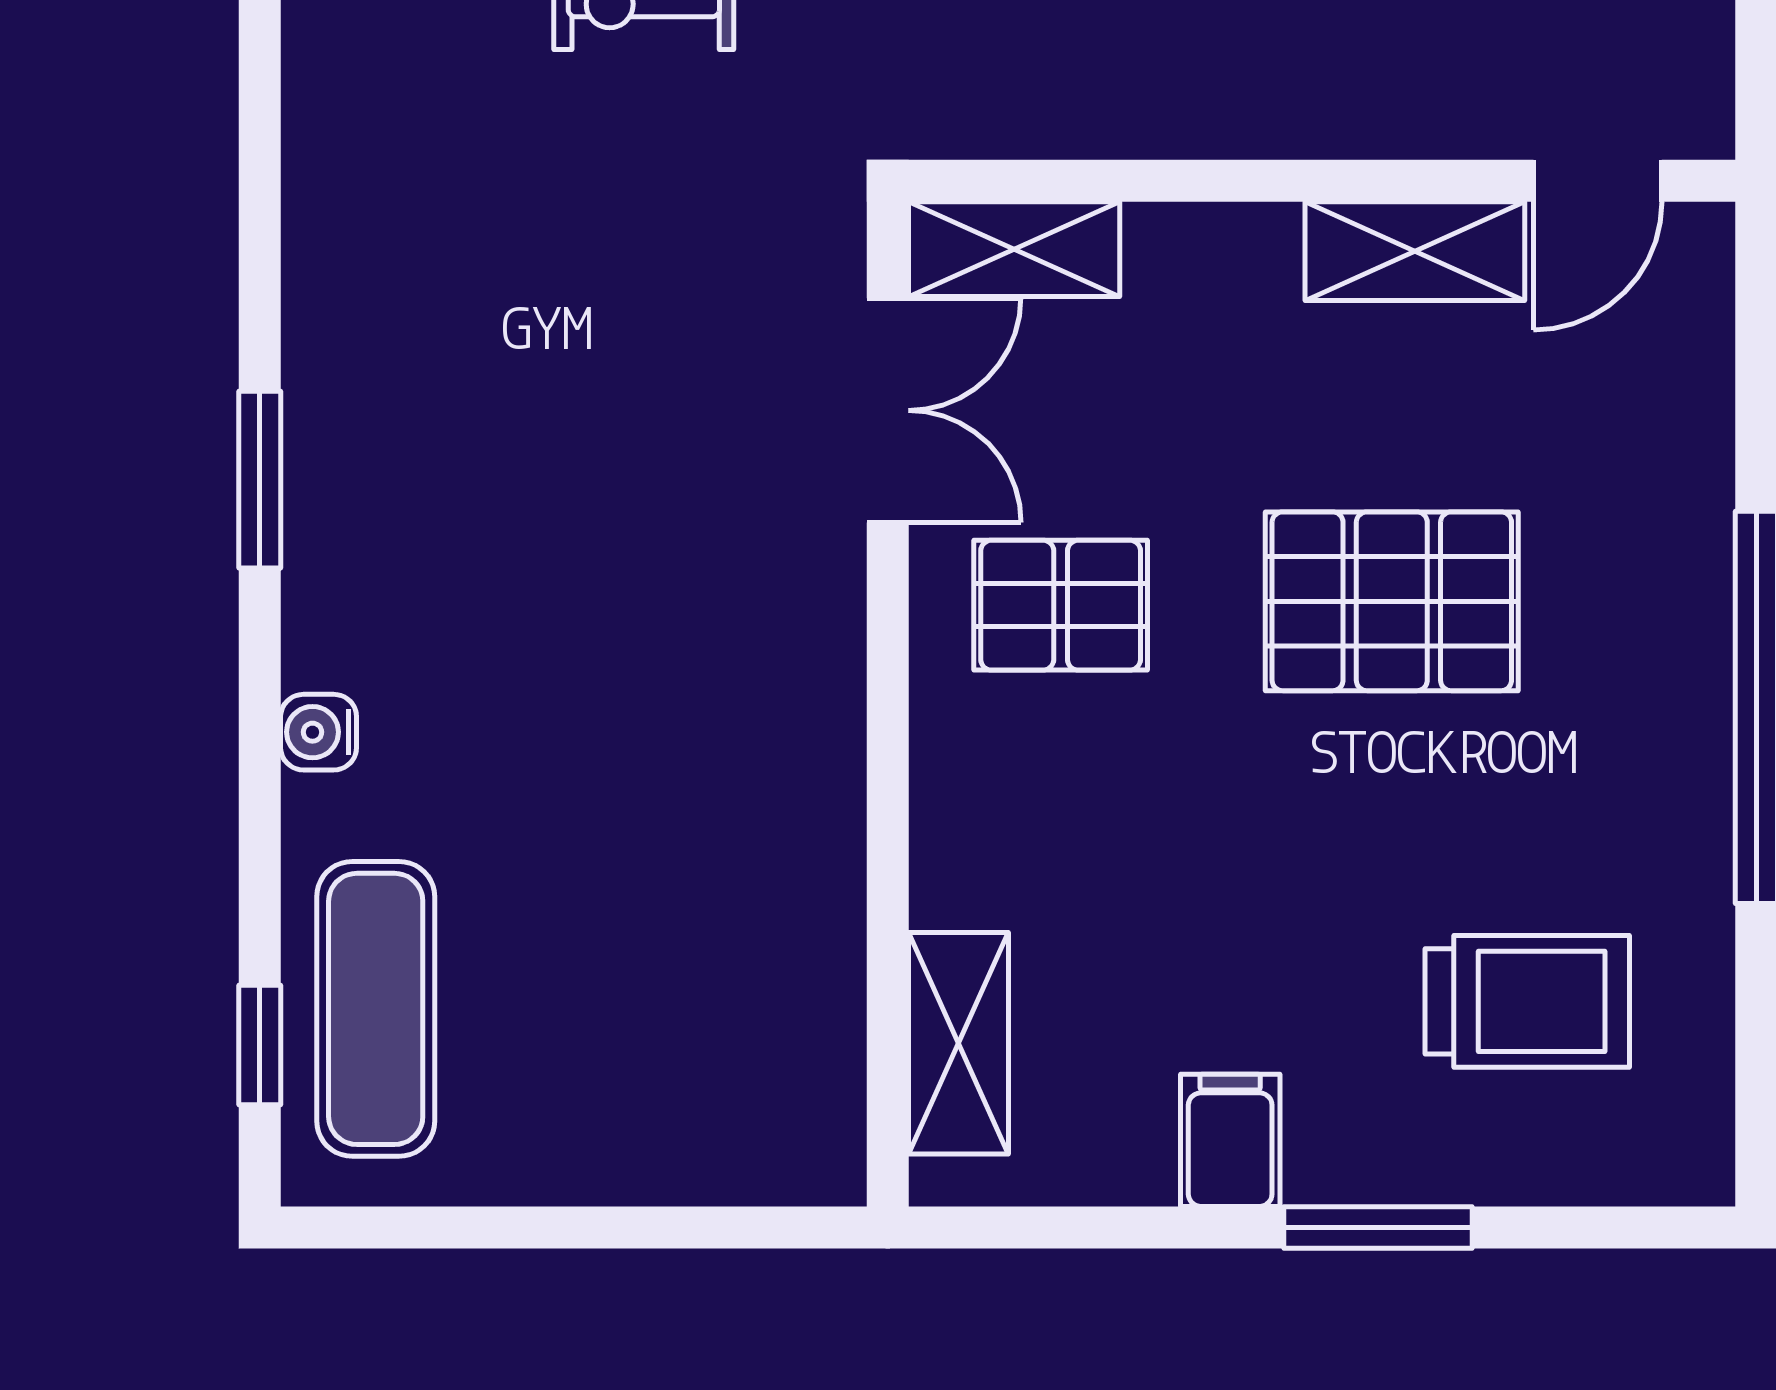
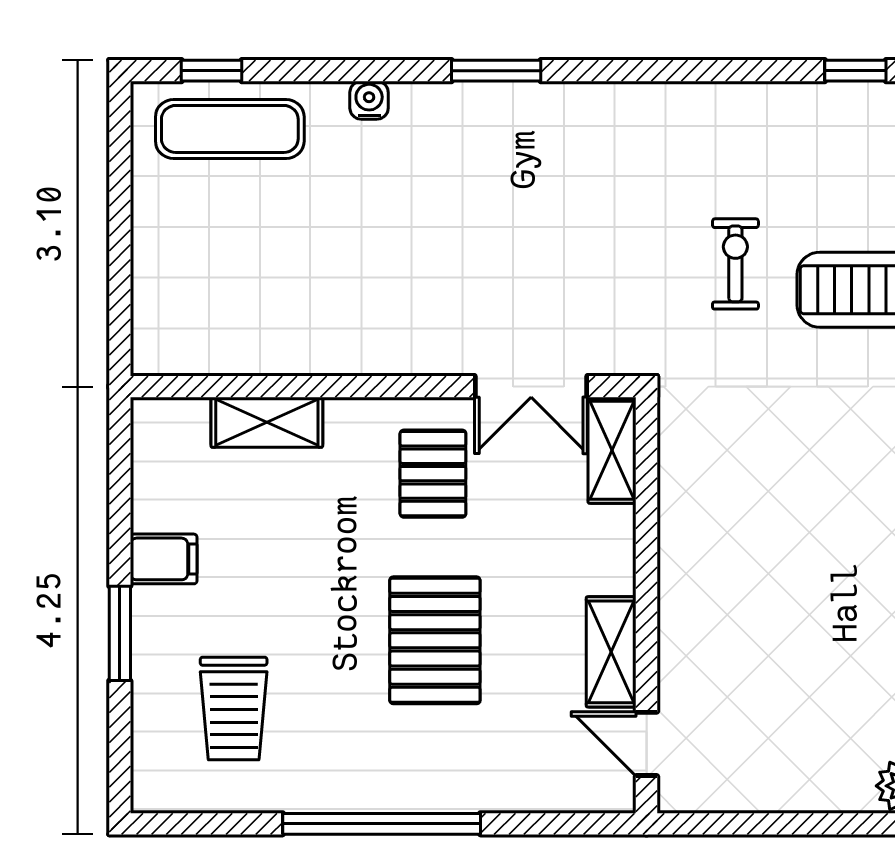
shelving: (959, 1043) -> (267, 422), moved

